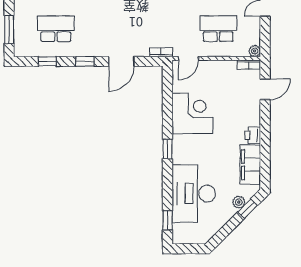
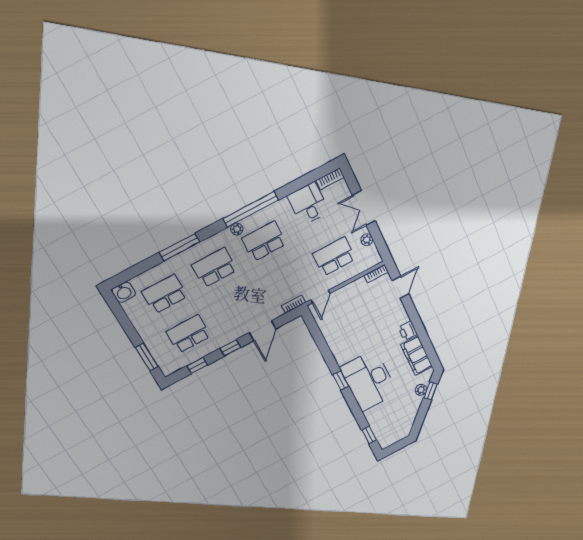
plant: (255, 51) -> (367, 240), moved
corner desk: (192, 113) -> (347, 341), removed
desk: (194, 194) -> (369, 380), moved

